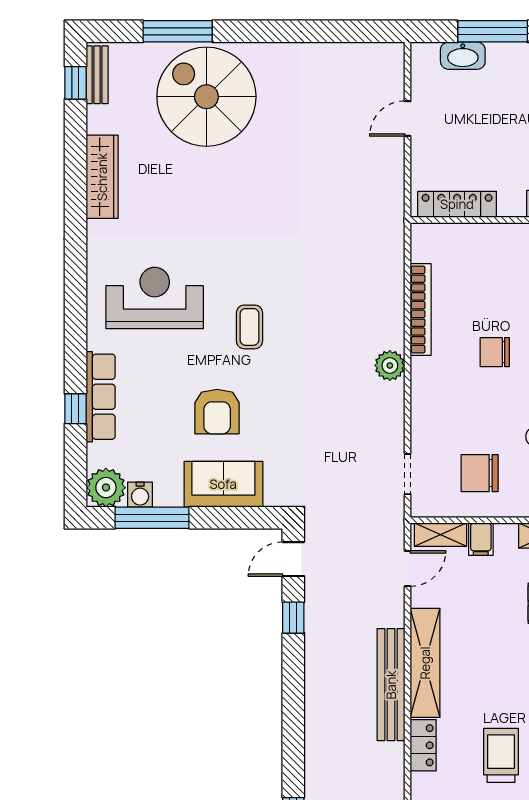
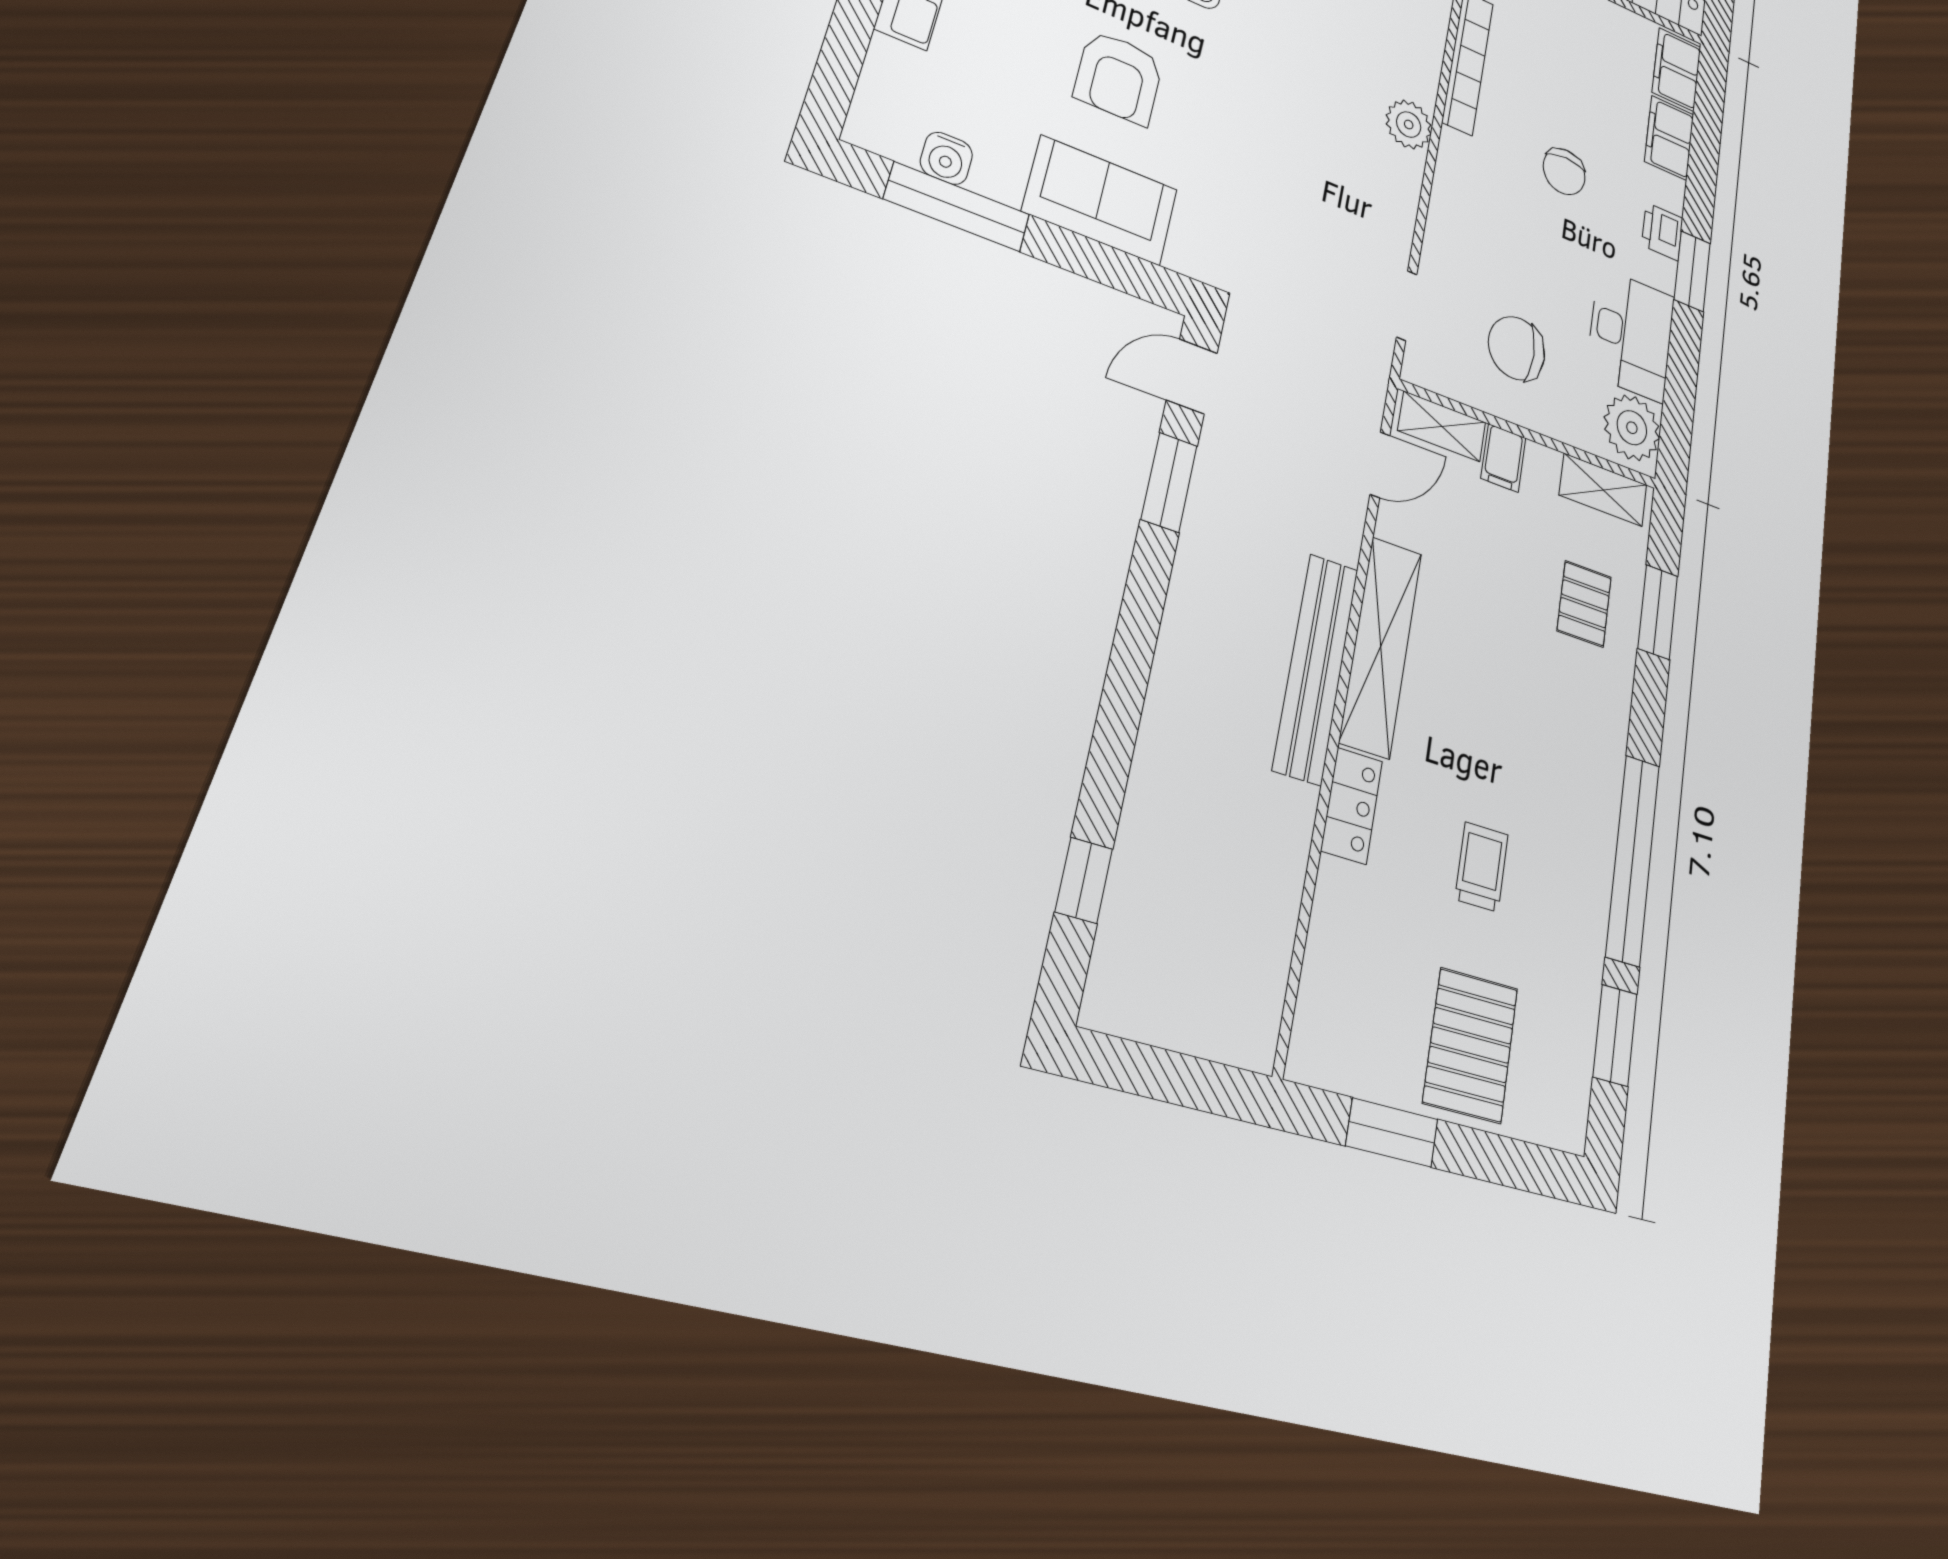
chair: (495, 352) -> (1564, 172), turned -90
plant: (106, 488) -> (887, 121), removed
window: (293, 618) -> (1169, 482), width x1.50
trolley: (501, 755) -> (1482, 867), width x0.73, depth x0.72

